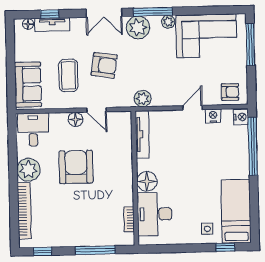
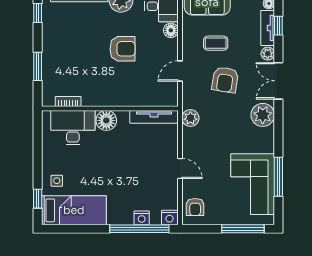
window: (153, 12) -> (278, 177), moved
plant: (168, 22) -> (268, 54), moved
coffee table: (68, 75) -> (216, 43), width x0.73, depth x0.77
nightstand: (213, 116) -> (142, 218), moved, turned 90
floor lamp: (76, 119) -> (171, 30), moved
armchair: (76, 167) -> (123, 49), width x0.73, depth x0.73
window: (95, 250) -> (38, 66), width x0.69

